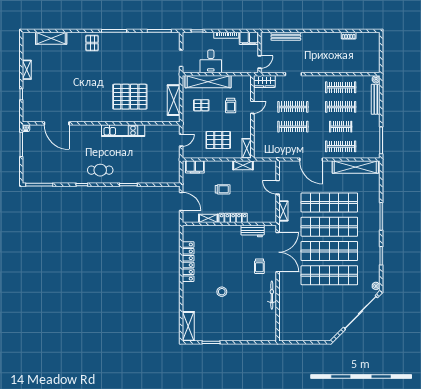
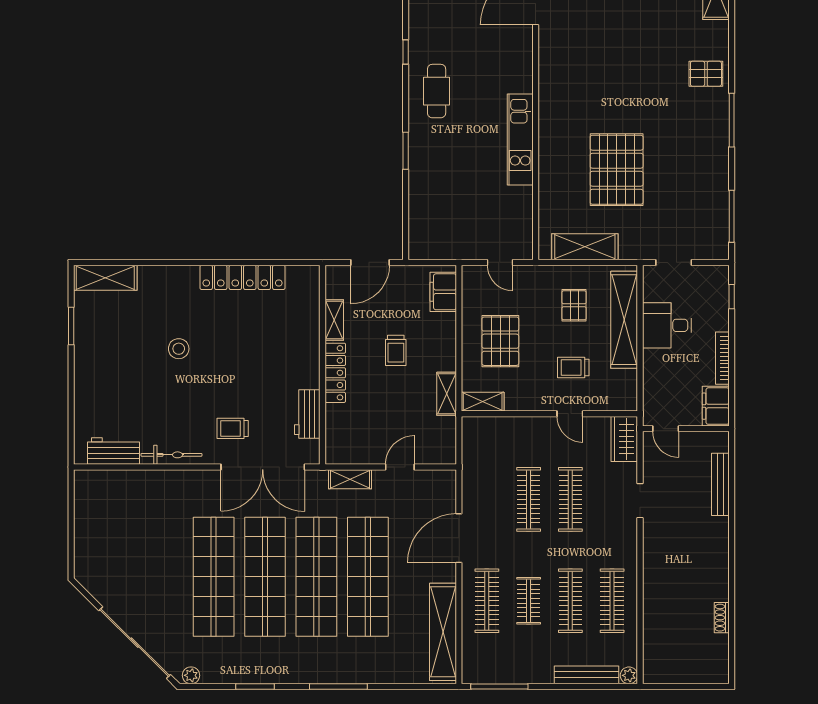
pallet: (130, 97) -> (617, 170), moved
workbench: (270, 322) -> (113, 451), added

